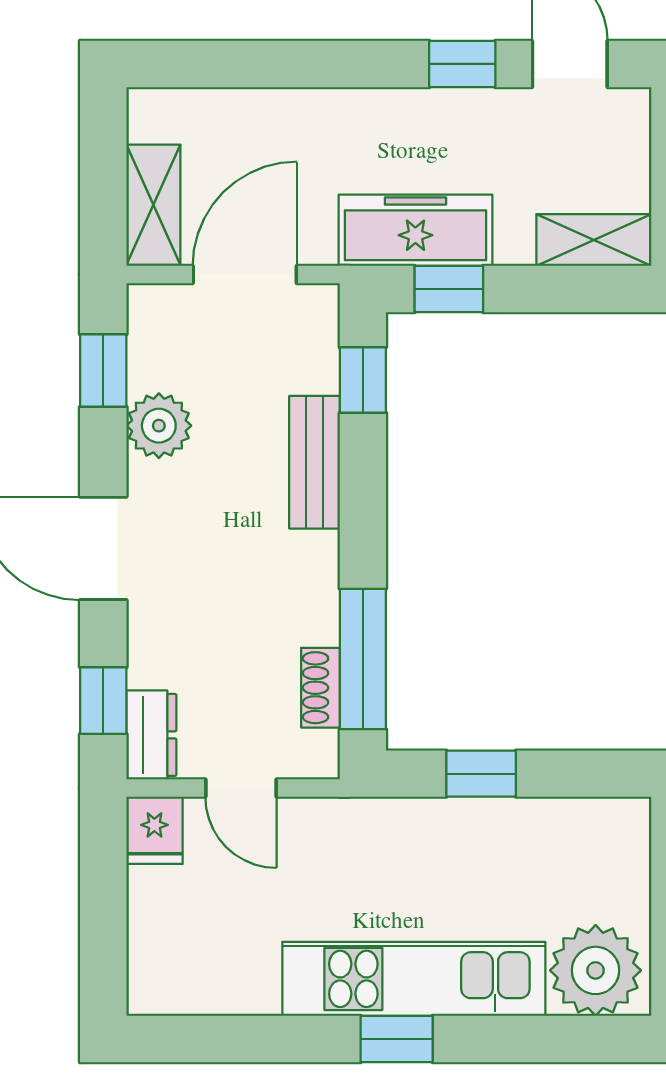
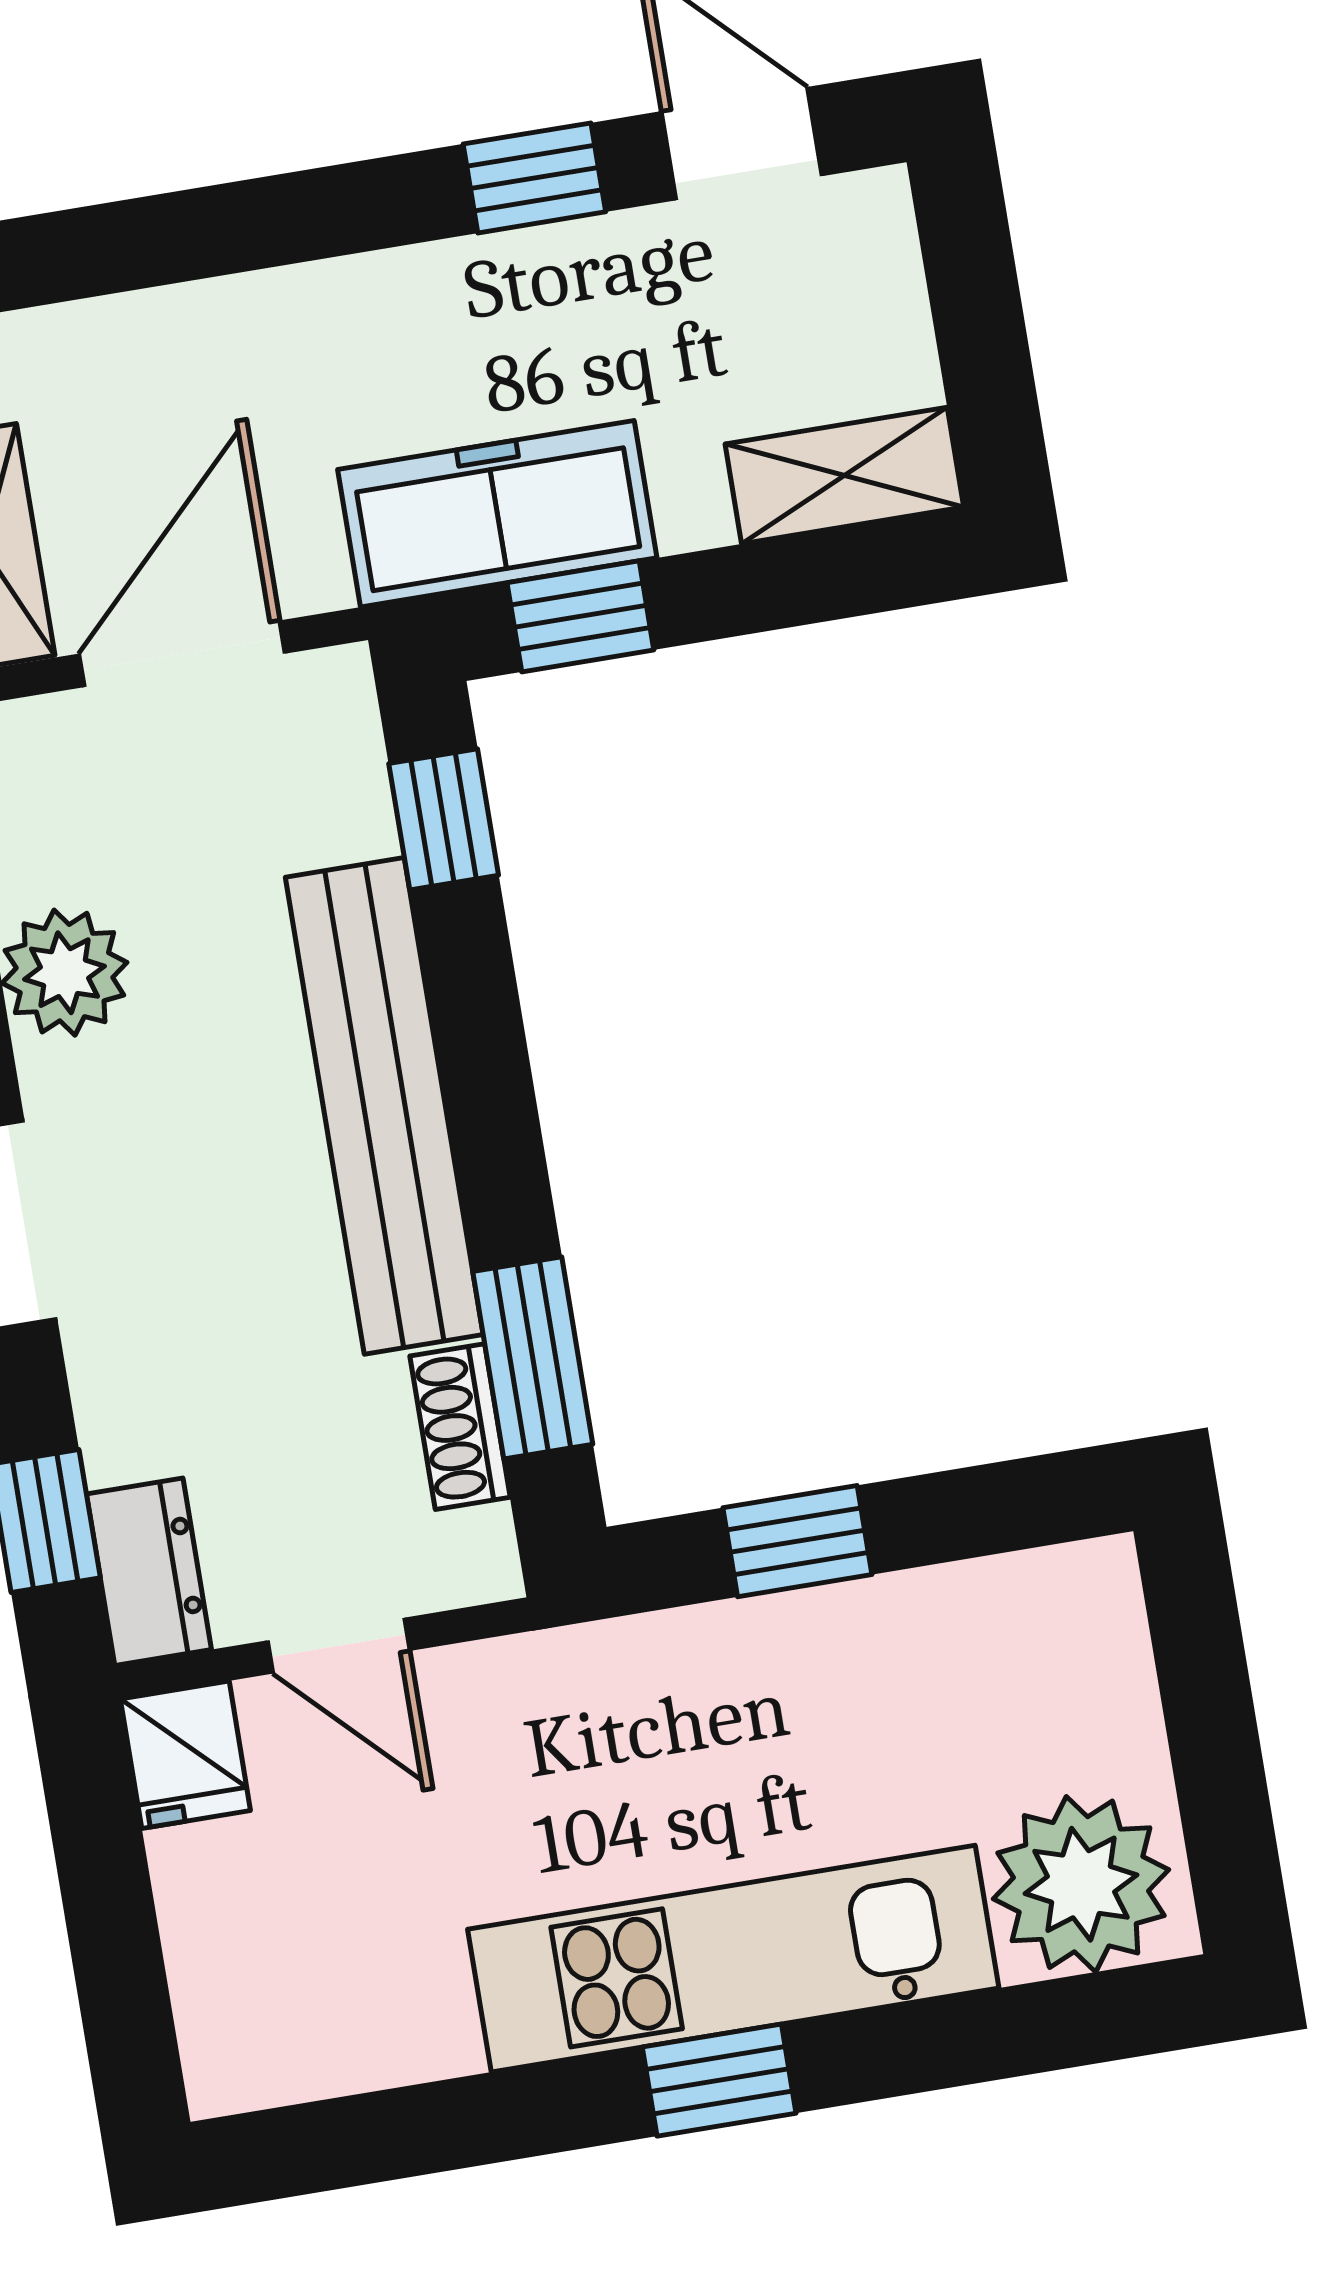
bench: (314, 462) -> (384, 1106), width x1.86, depth x1.21
window: (363, 659) -> (533, 1358), width x0.69

